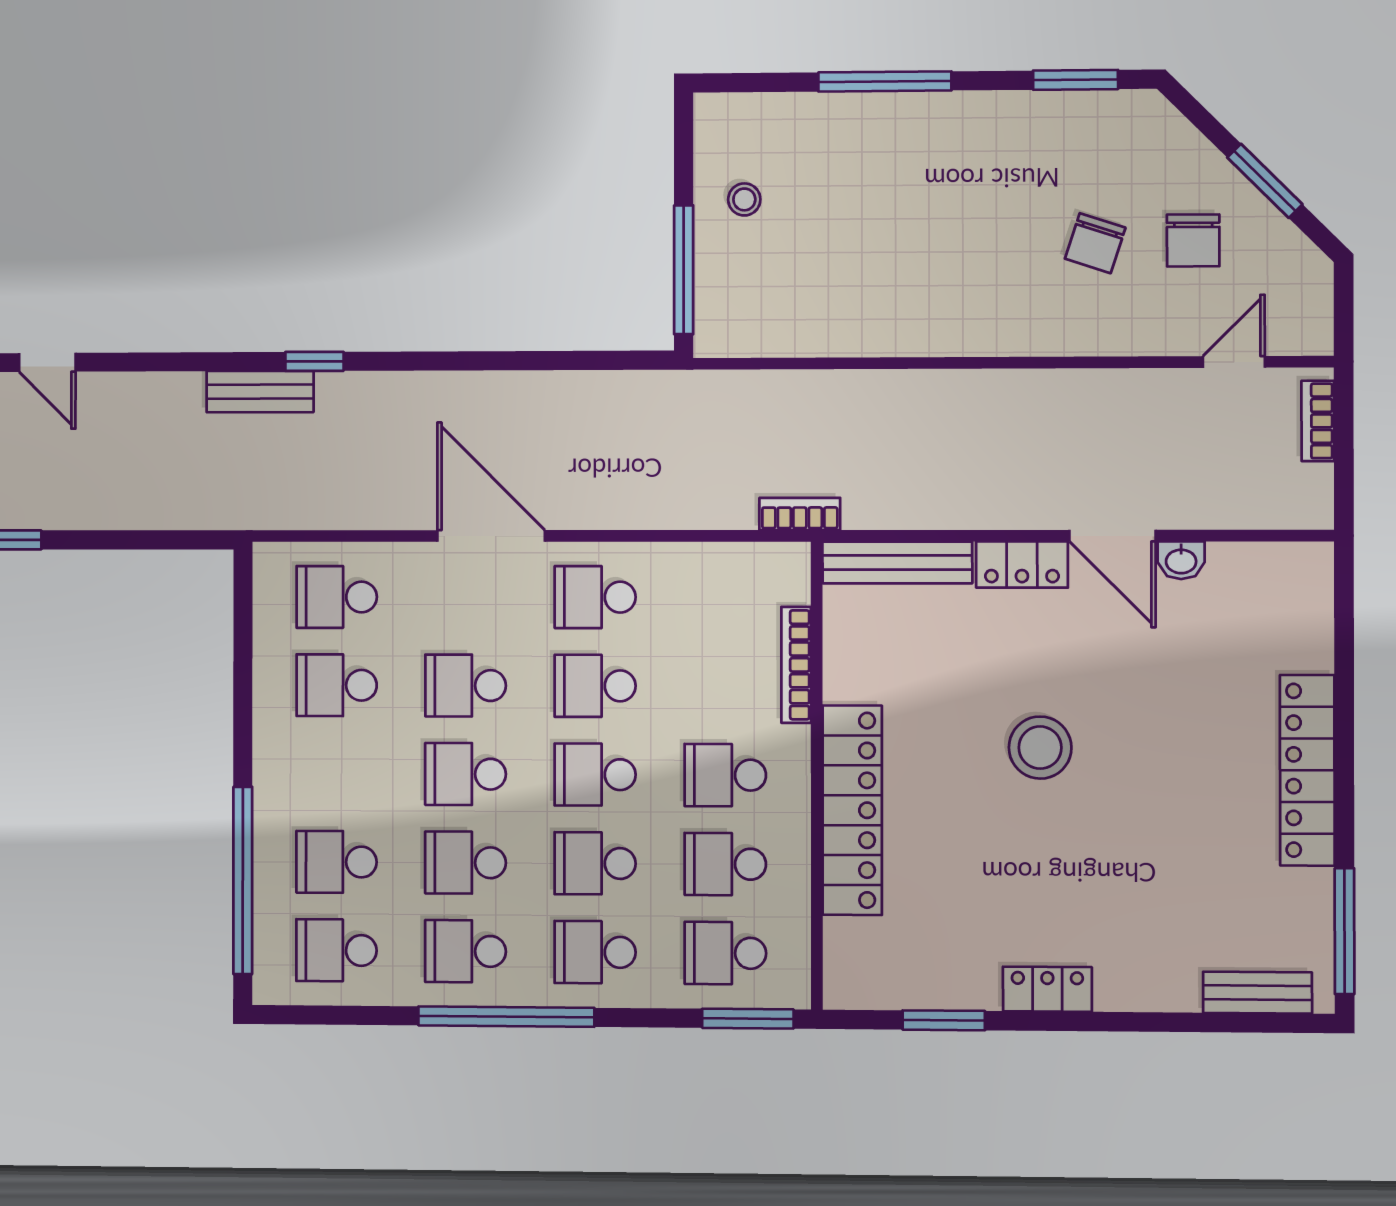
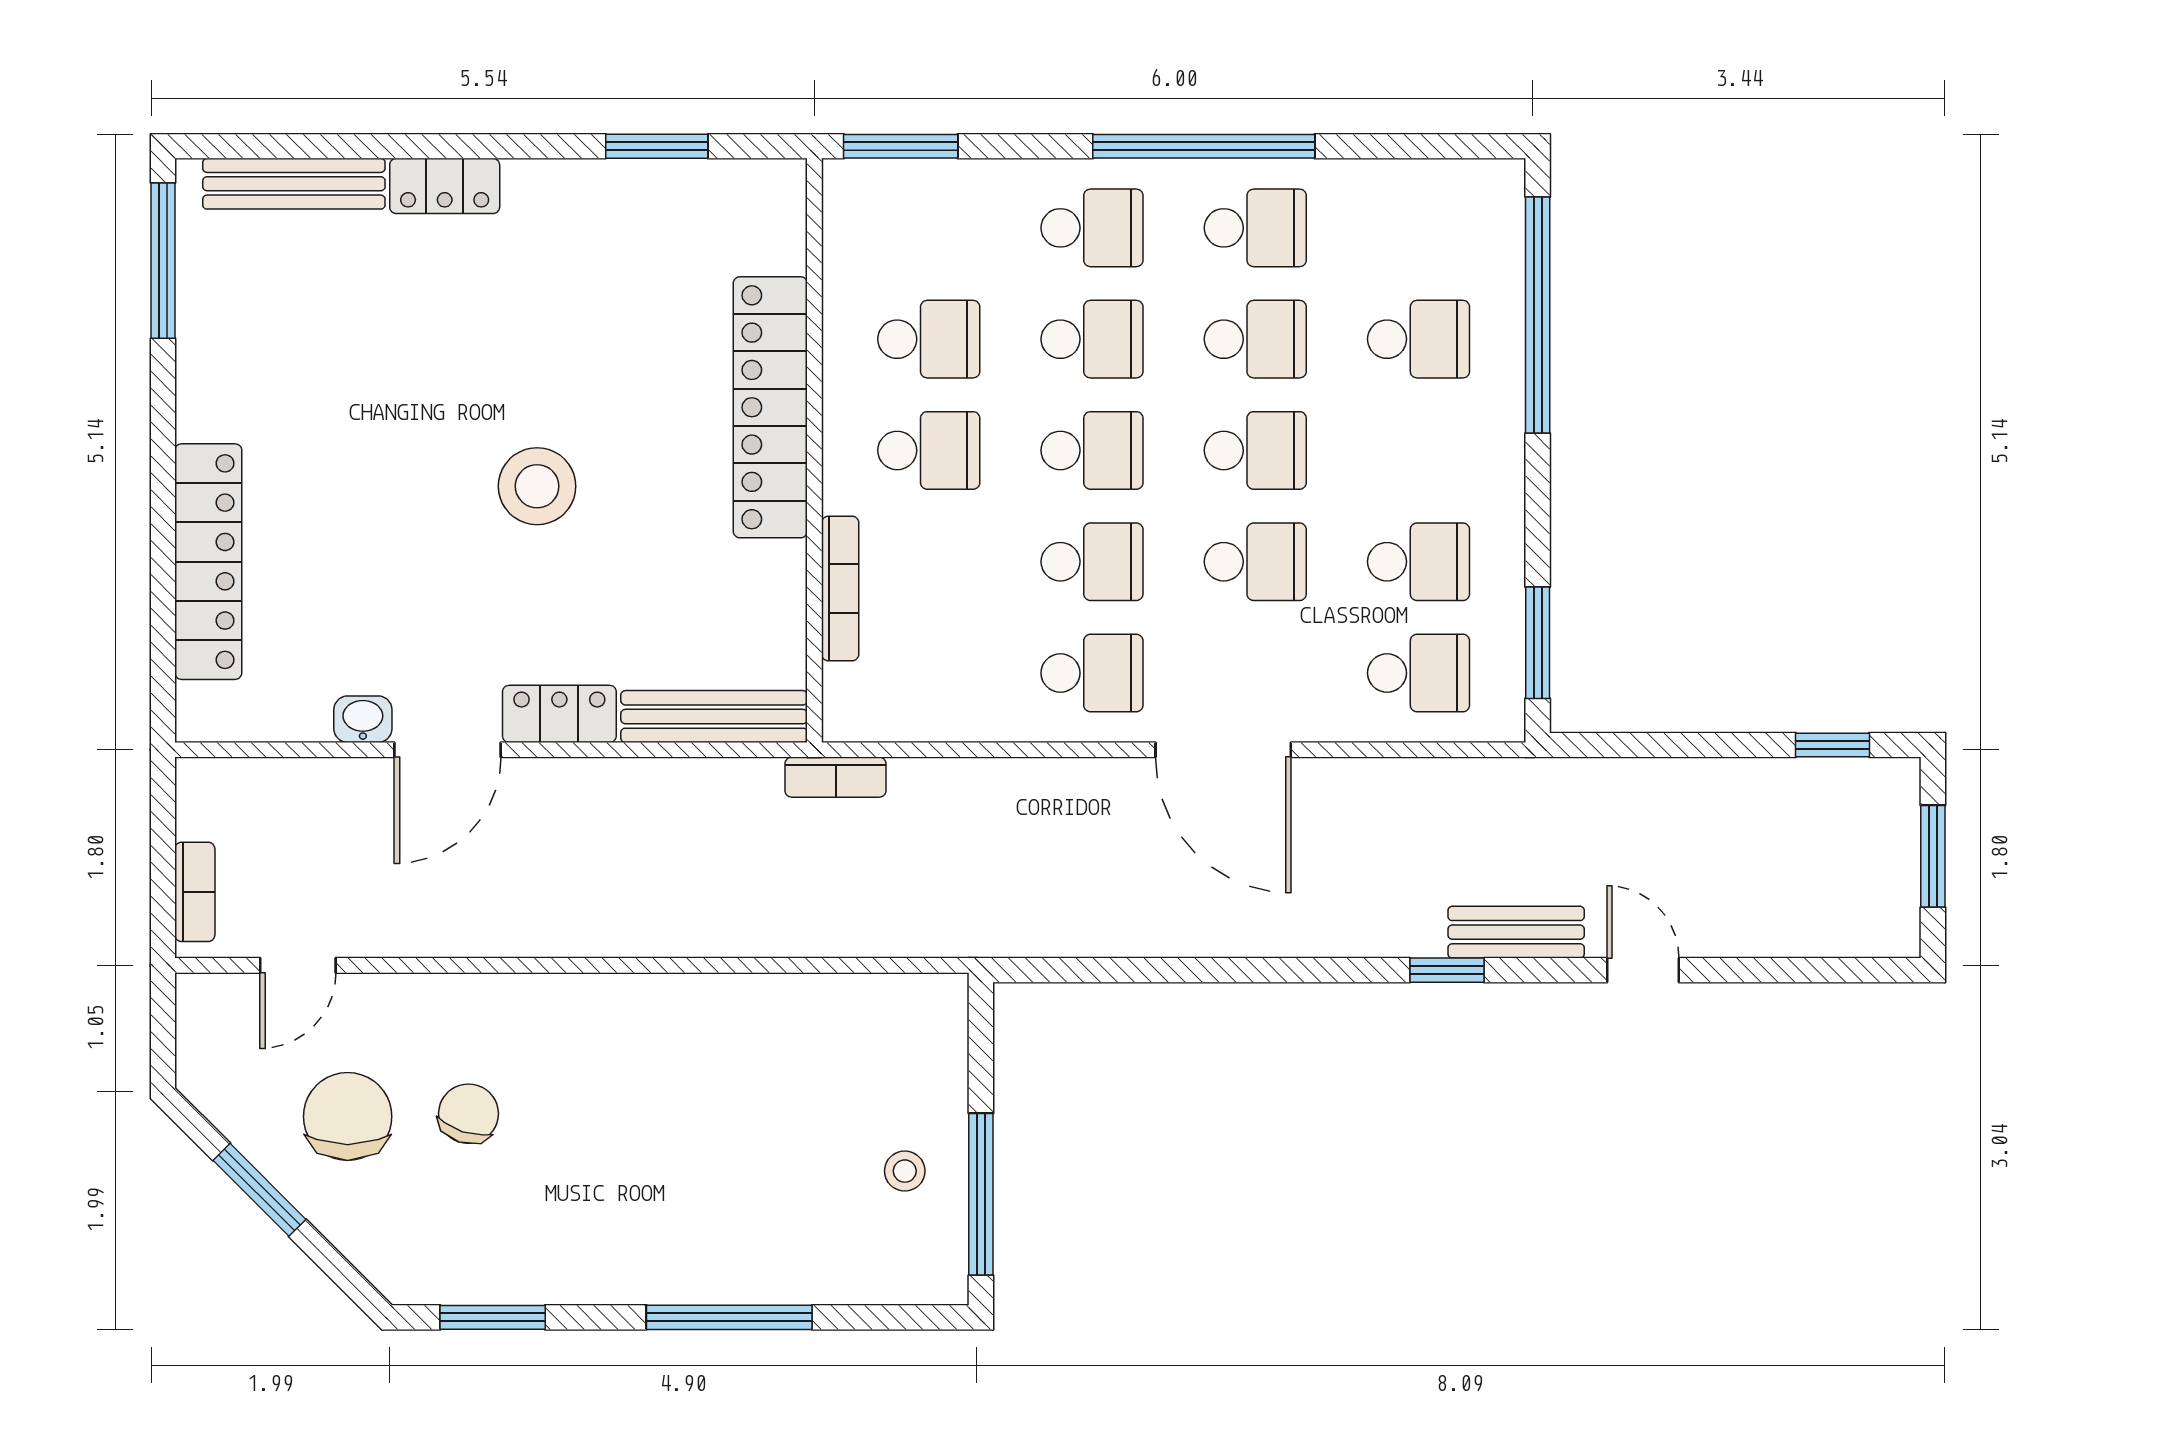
chair: (1193, 240) -> (348, 1116), width x1.37, depth x1.37
window: (684, 270) -> (981, 1194), moved
door: (47, 362) -> (1643, 970), moved
door: (1112, 536) -> (448, 750), swing flipped
window: (243, 621) -> (1538, 643), added
locker: (1307, 770) -> (208, 562), moved
school desk: (336, 950) -> (1419, 228), removed
school desk: (725, 953) -> (929, 228), removed
locker: (1047, 989) -> (445, 186), moved
bench: (1257, 993) -> (294, 184), width x1.36

